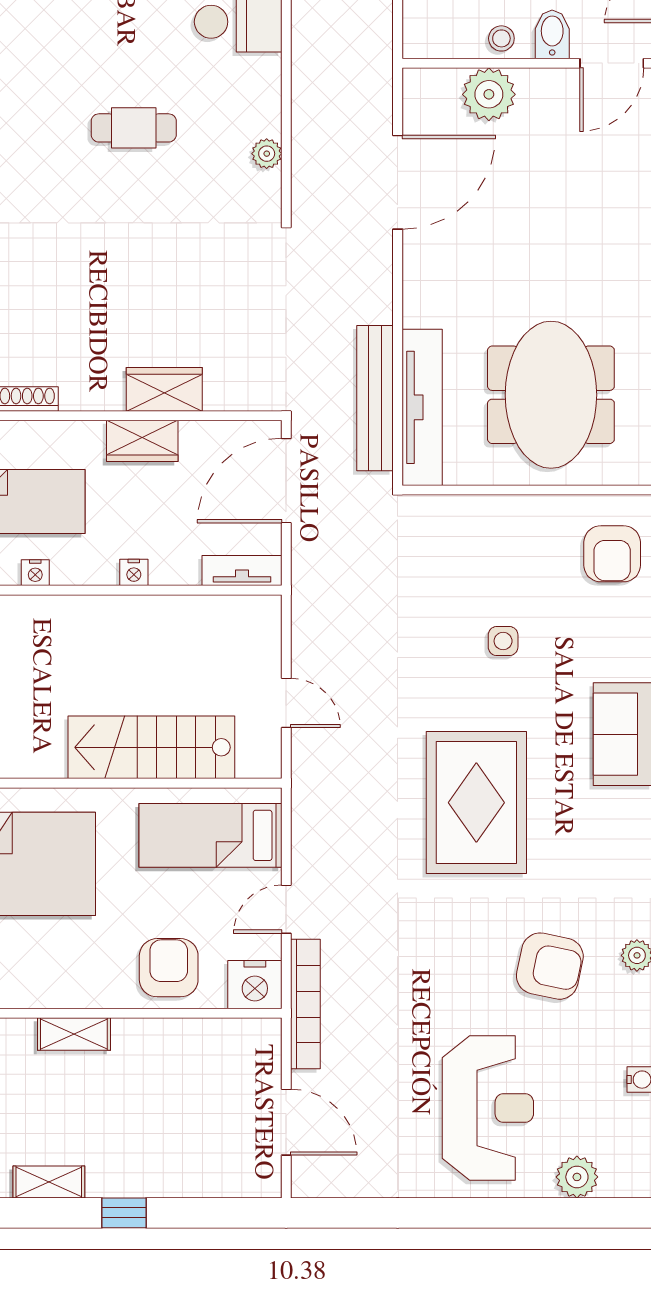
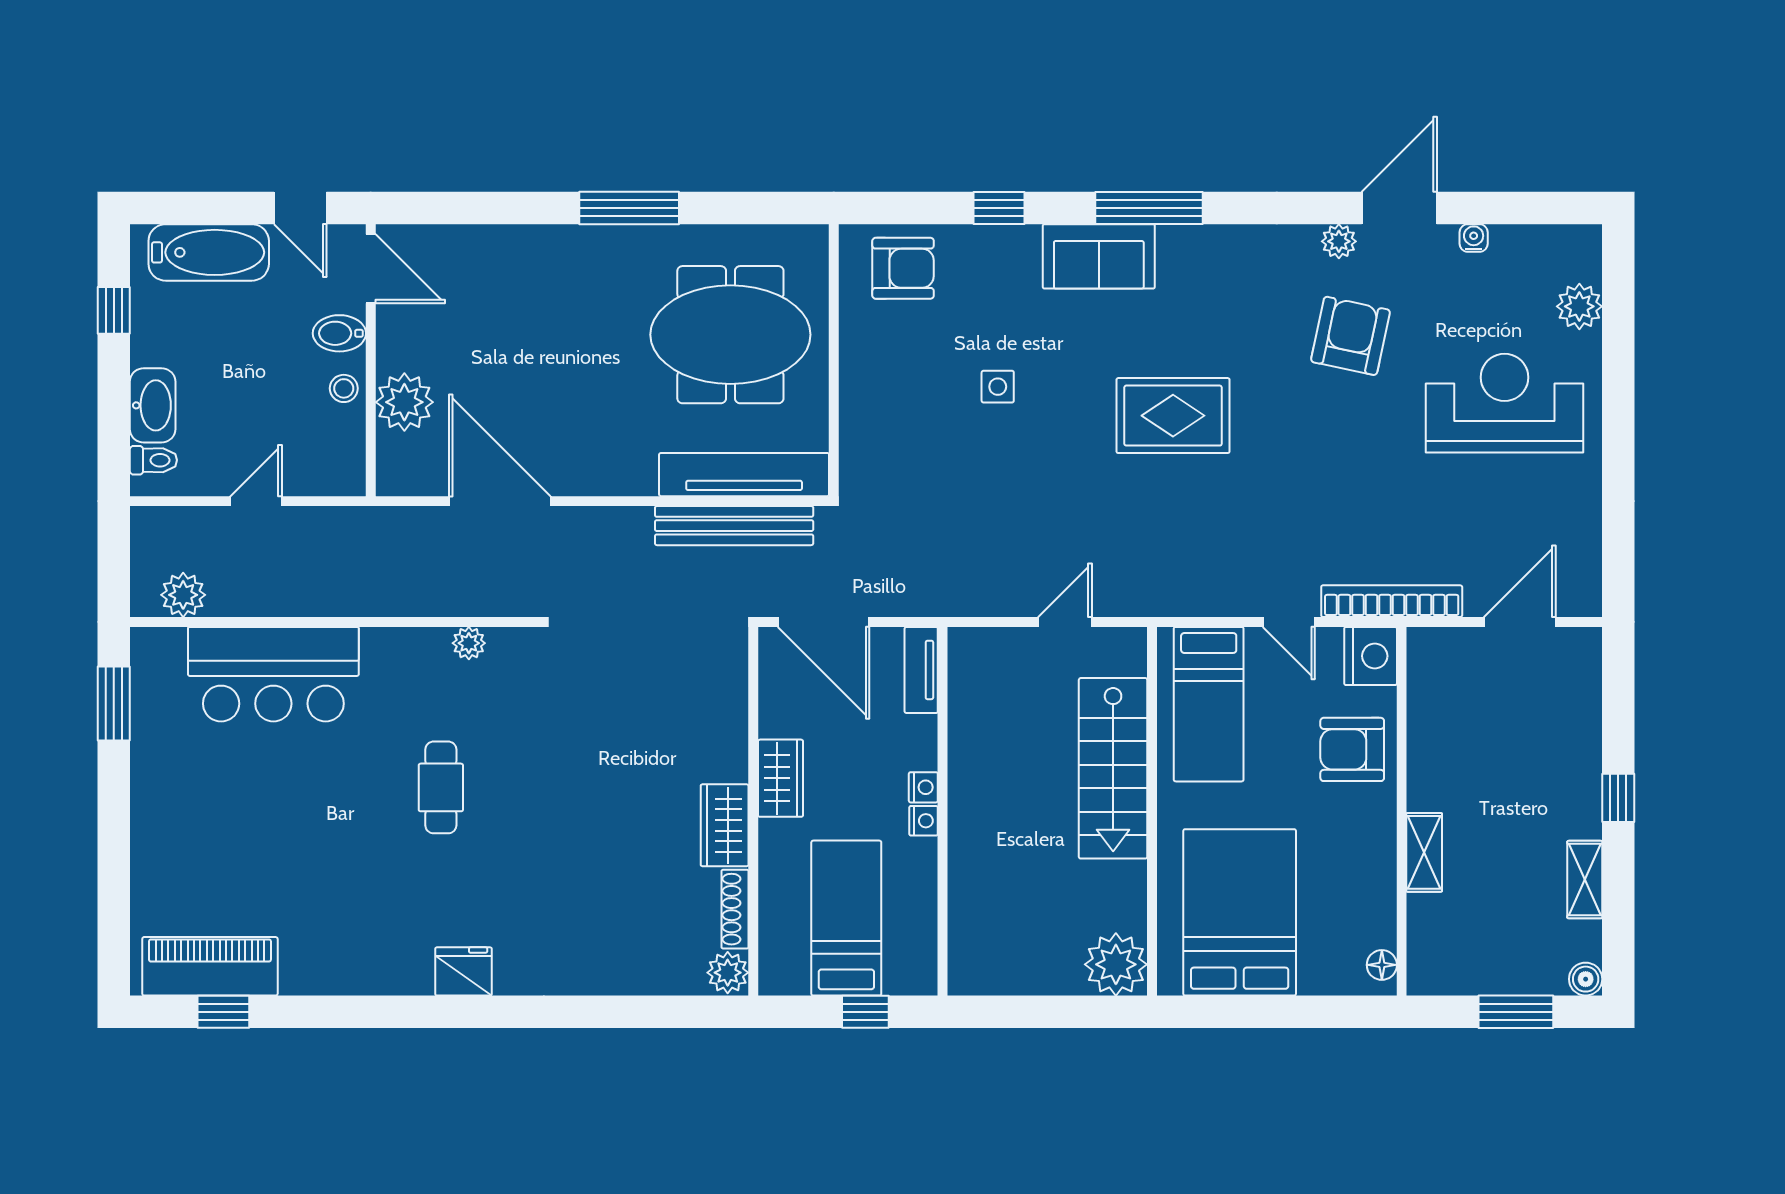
wardrobe: (164, 389) -> (725, 825), moved
nightstand: (35, 573) -> (924, 821), moved
rug: (476, 803) -> (1173, 416), width x0.73, depth x0.69

